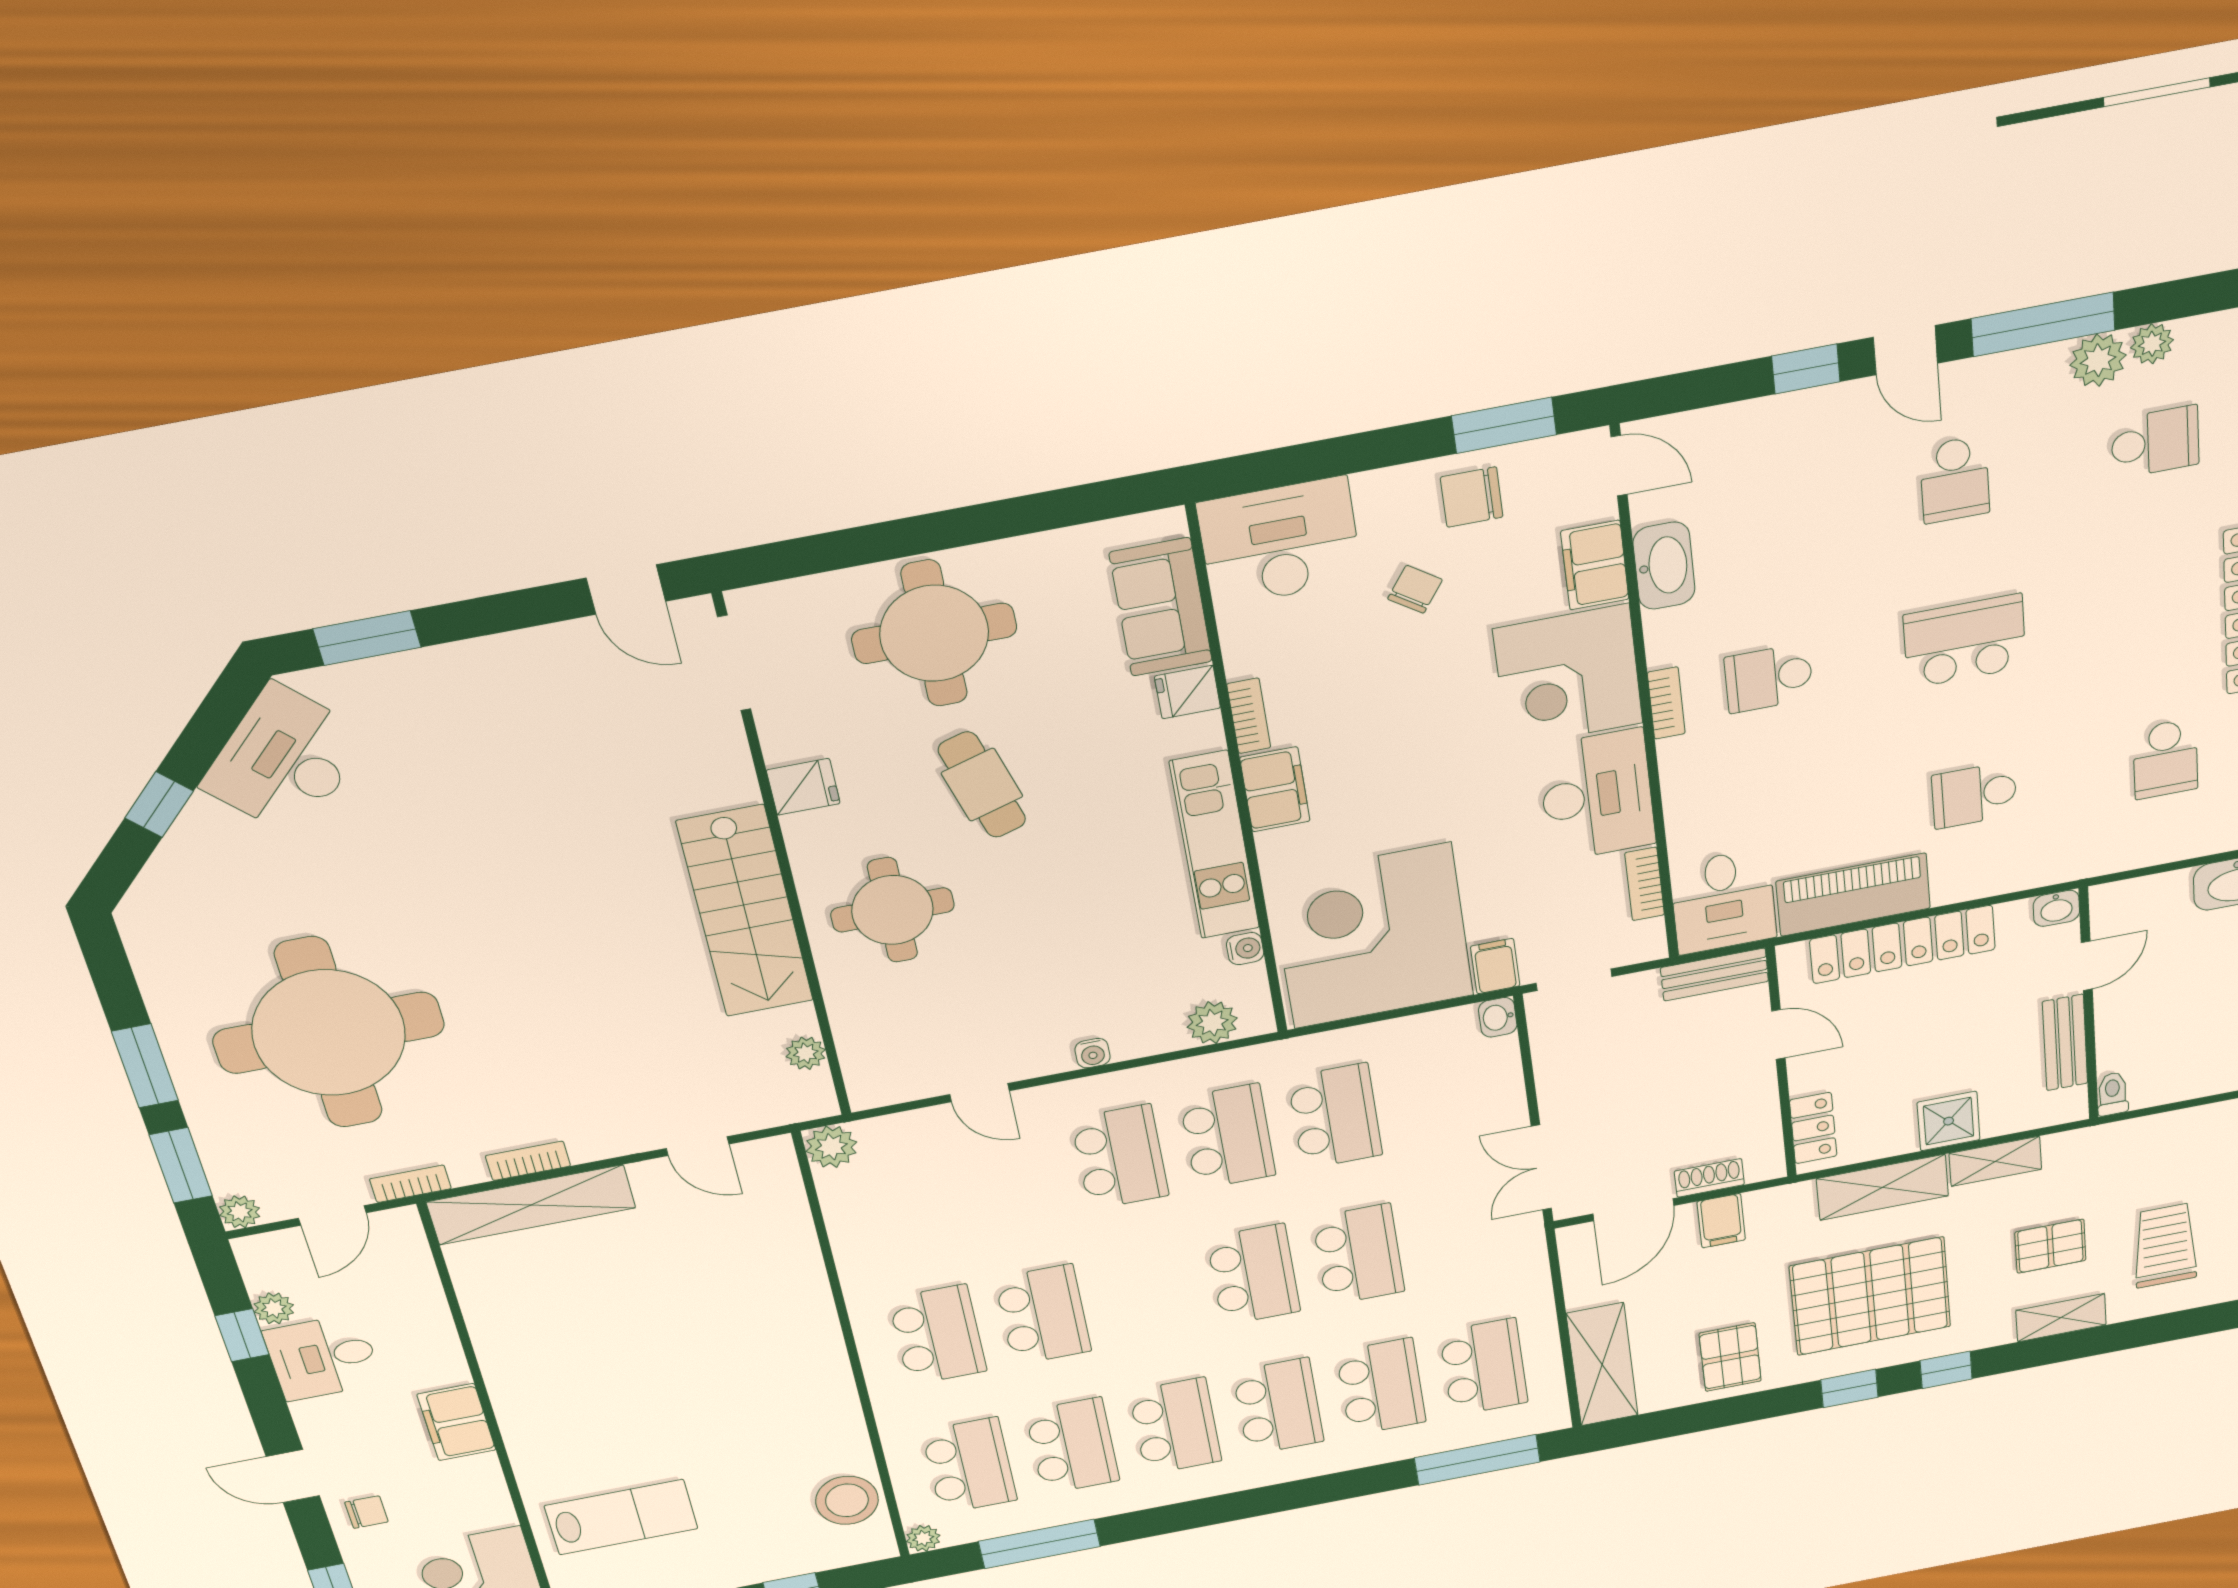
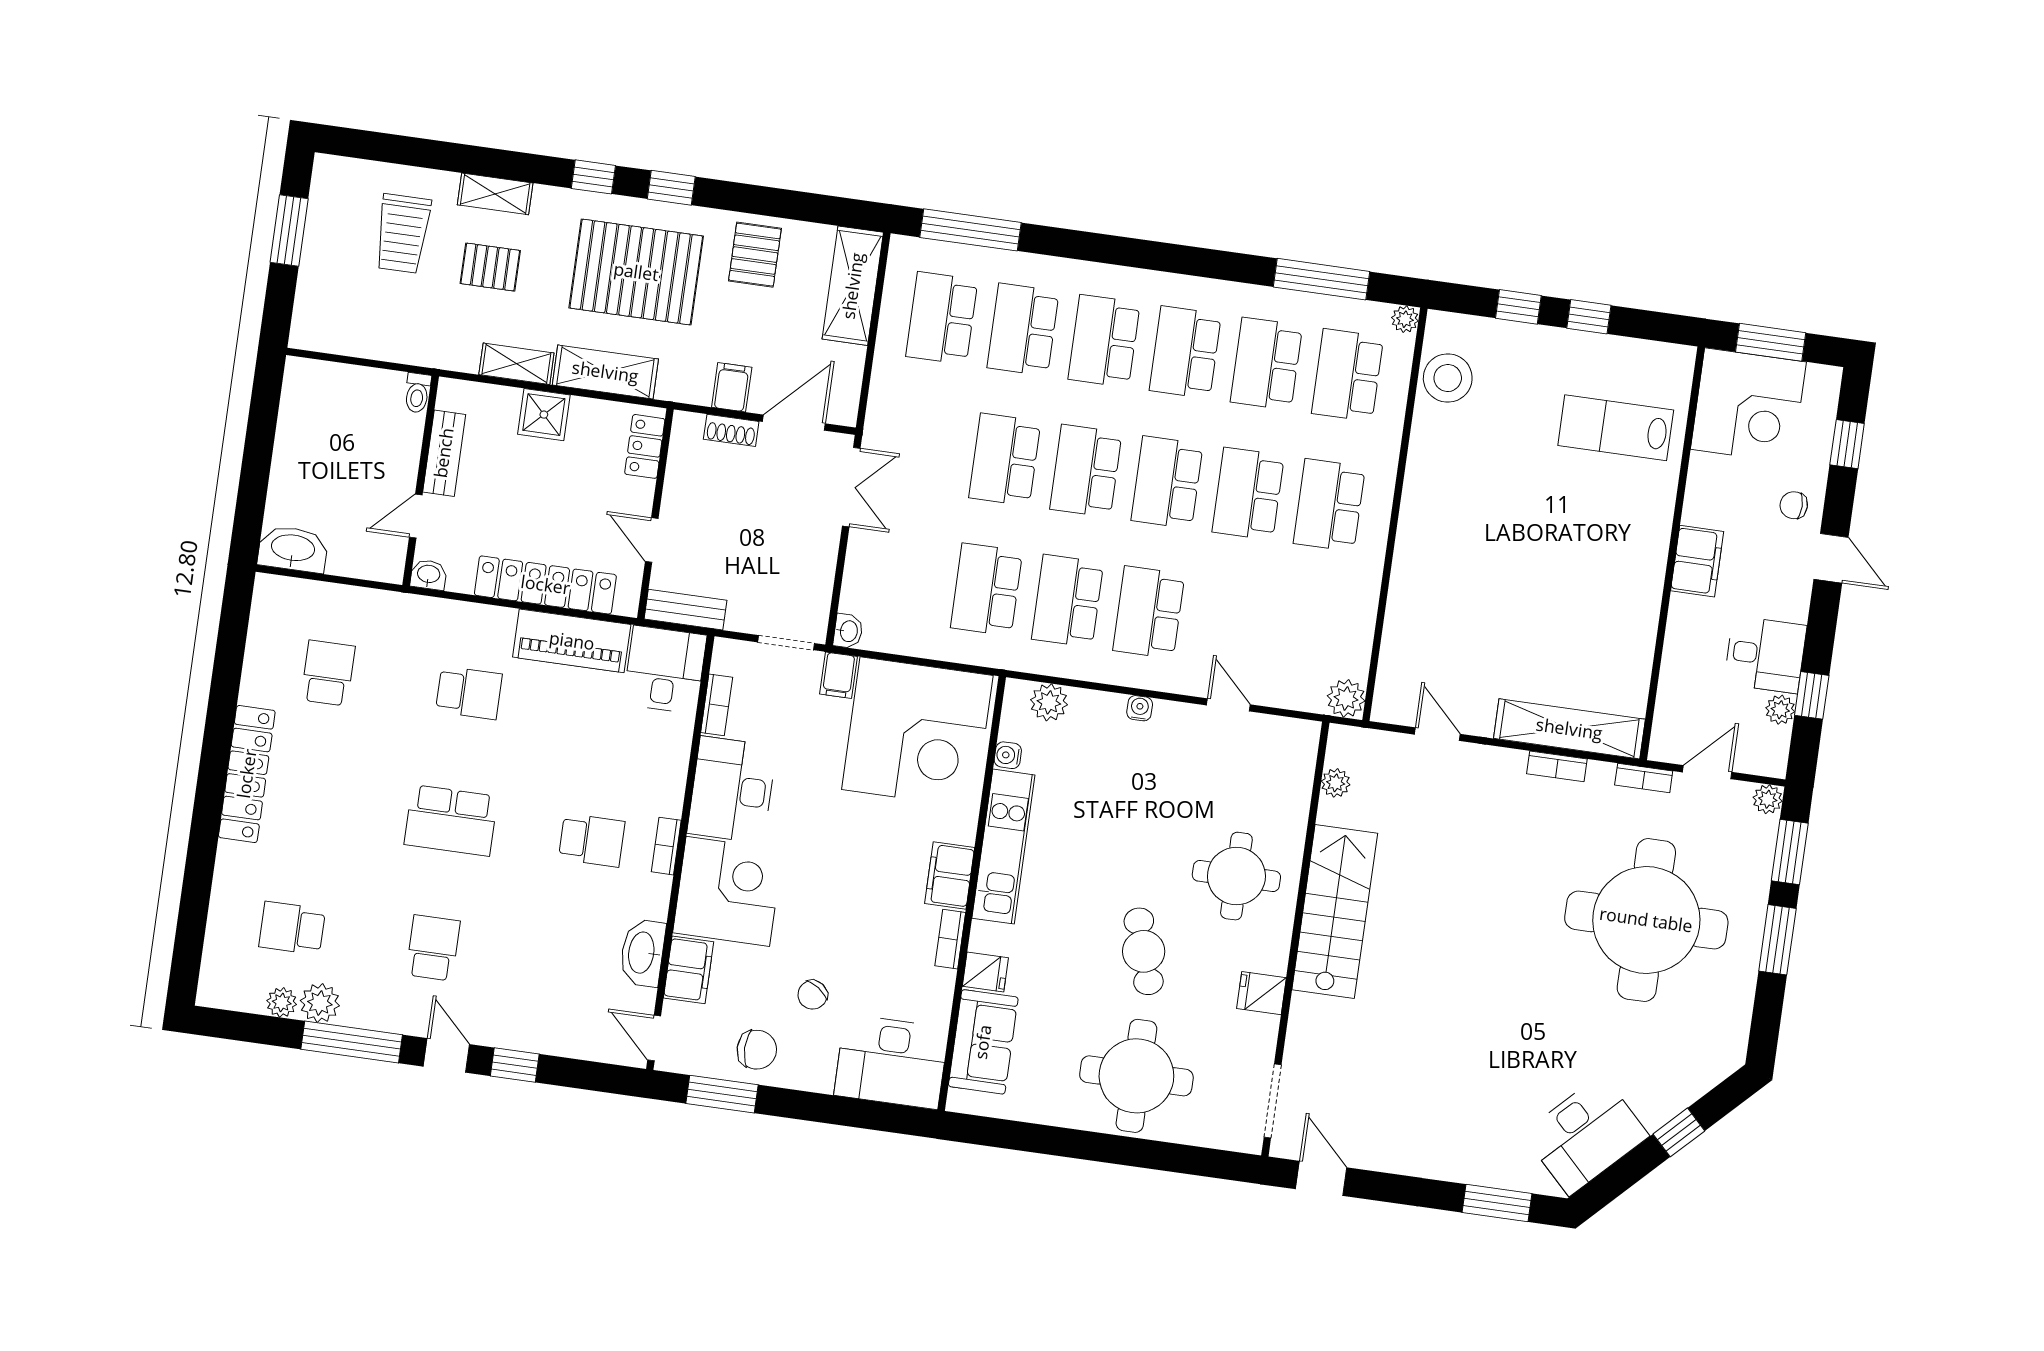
school desk: (1148, 1295) -> (1167, 482), added

